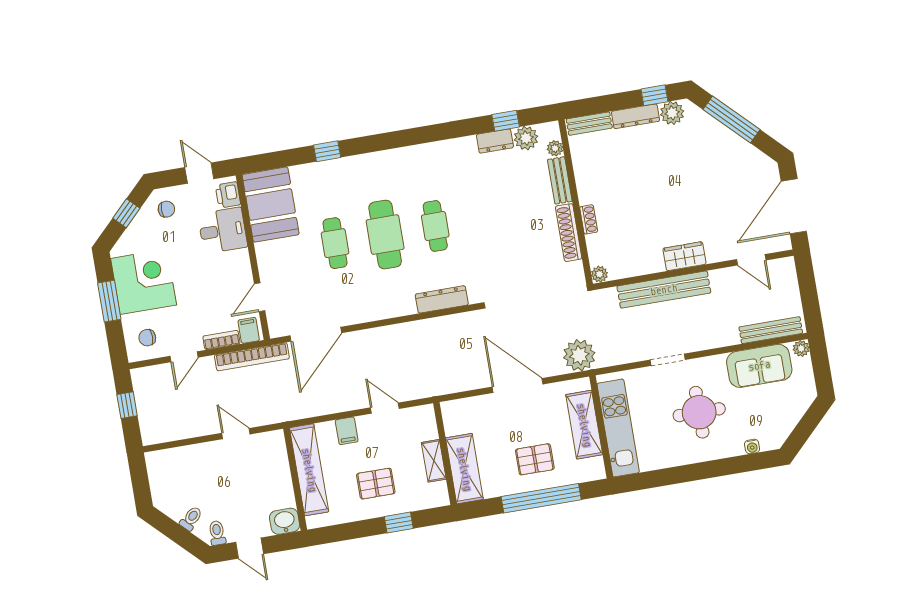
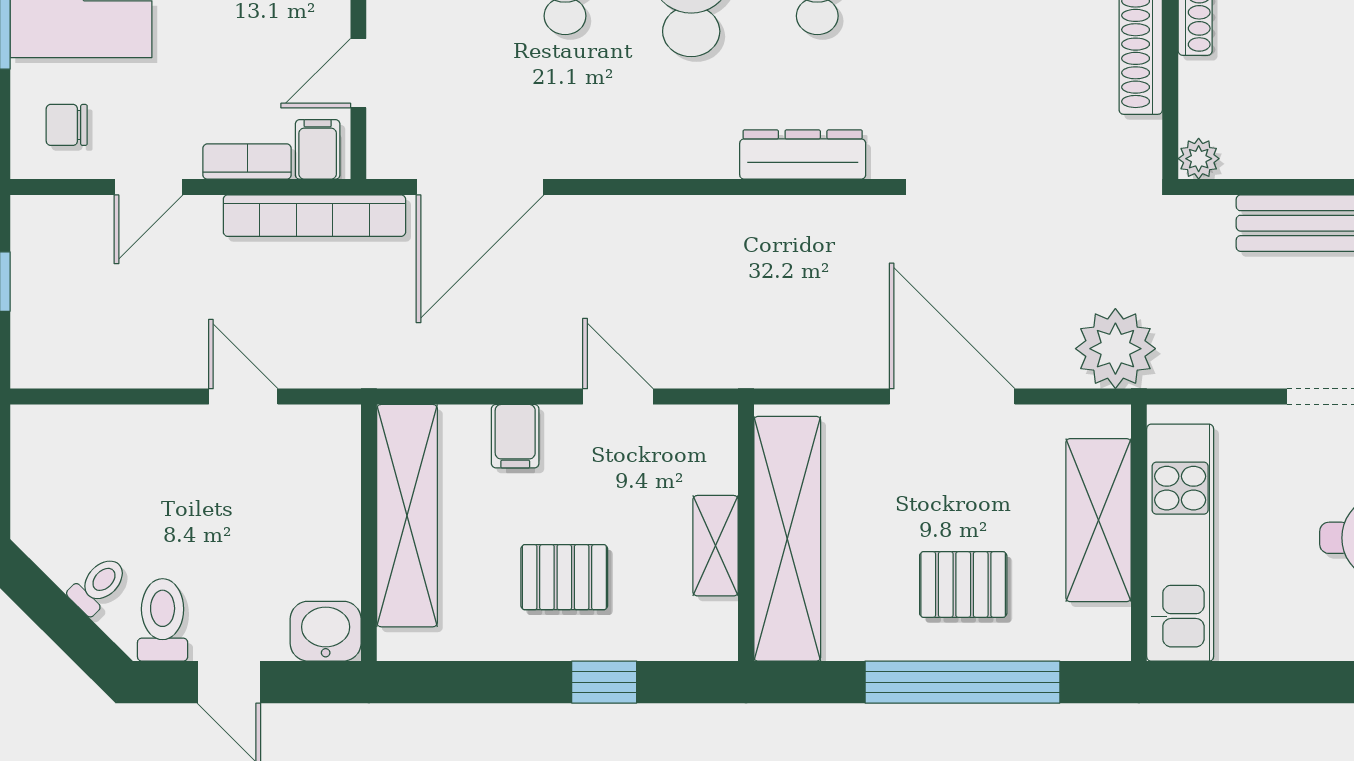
shelving: (464, 469) -> (787, 539), width x1.47
toilet: (217, 533) -> (163, 620), width x1.37, depth x1.39

